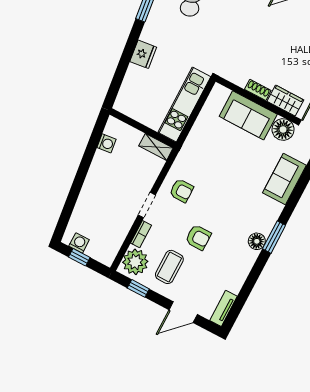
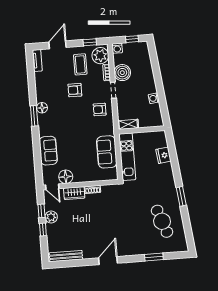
fridge: (143, 54) -> (163, 155), moved
sofa: (248, 115) -> (107, 152), moved, turned -90
washing machine: (106, 143) -> (154, 98), moved
boiler: (120, 221) -> (122, 73), added
washing machine: (79, 243) -> (117, 48), moved

